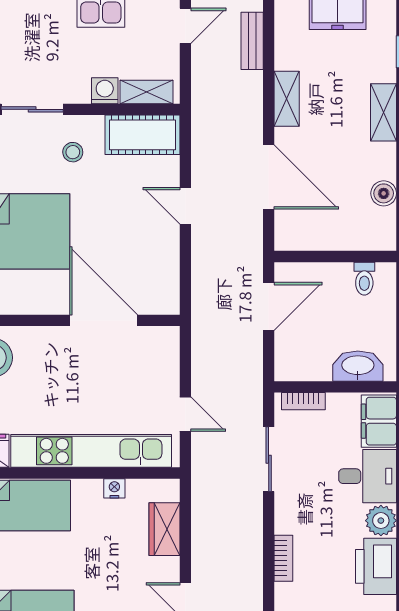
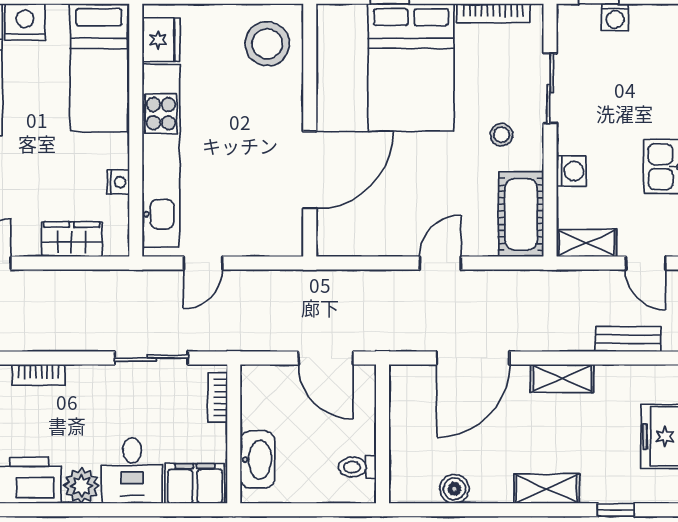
shelving: (147, 92) -> (587, 243), moved, turned 90

